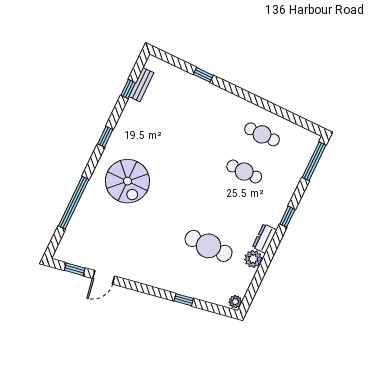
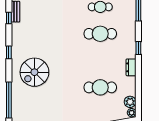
cafe table: (244, 172) -> (100, 34), width x1.37, depth x1.35
spiral stairs: (127, 181) -> (34, 72), turned 90
plant: (253, 259) -> (130, 102), moved

